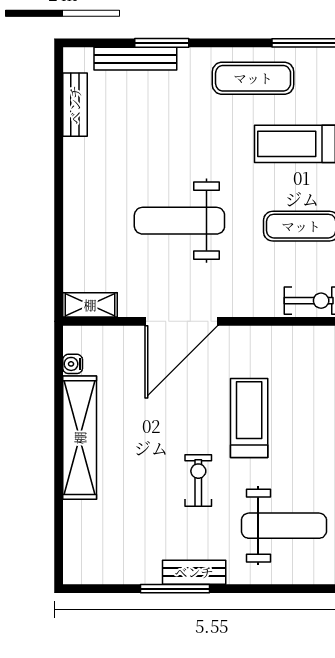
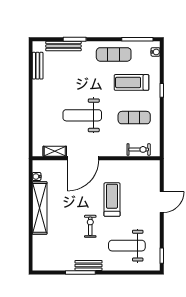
shelving: (90, 305) -> (55, 151), moved
weight bench: (284, 526) -> (127, 246), turned 180

